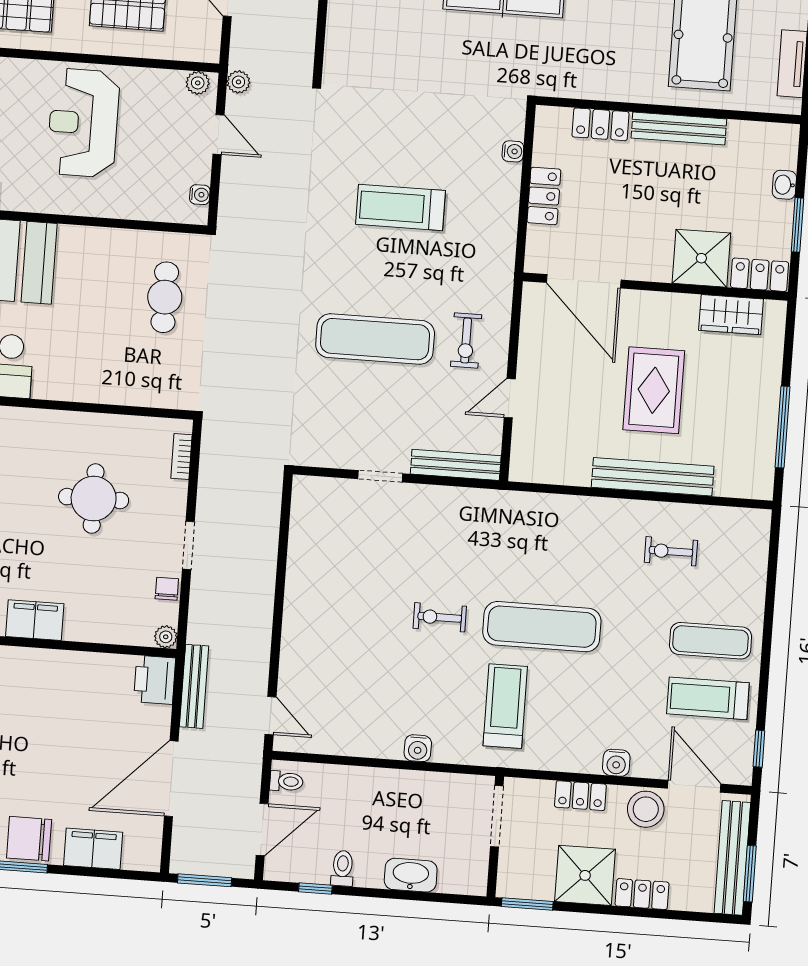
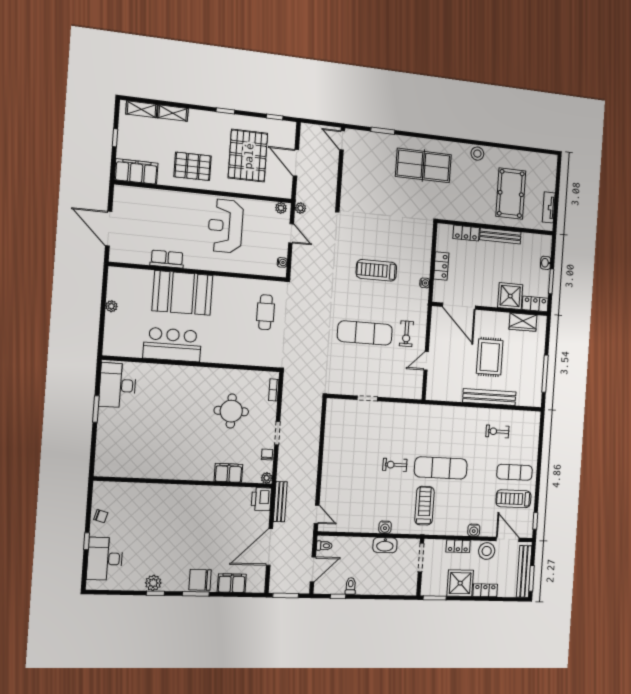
water cooler: (513, 151) -> (425, 283), moved
bench: (456, 465) -> (402, 393), removed
filing cabinet: (35, 620) -> (228, 473), moved
washbasin: (411, 875) -> (385, 545), moved, turned 180

